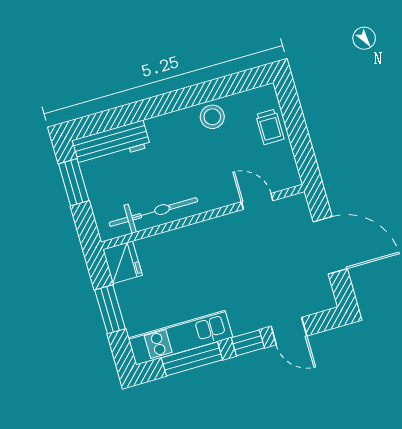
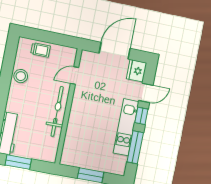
bicycle: (153, 212) -> (57, 111), moved
fridge: (123, 262) -> (136, 71), moved, turned -90
kitchen unit: (180, 338) -> (126, 127), moved

